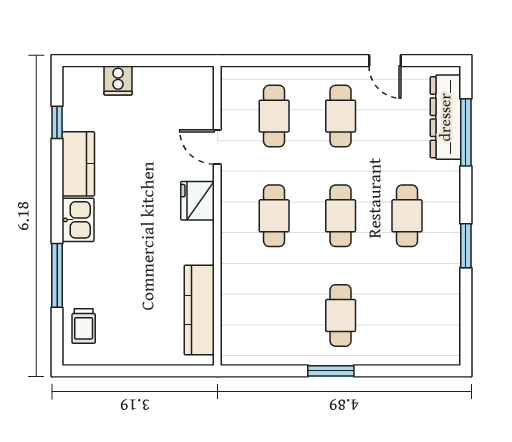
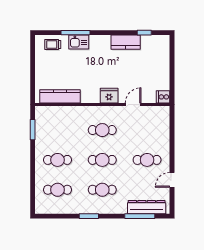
cooker: (118, 80) -> (163, 97), moved
cafe table: (274, 116) -> (58, 190), moved
kitchen sink: (78, 220) -> (79, 42), moved
window: (331, 371) -> (33, 130), moved

